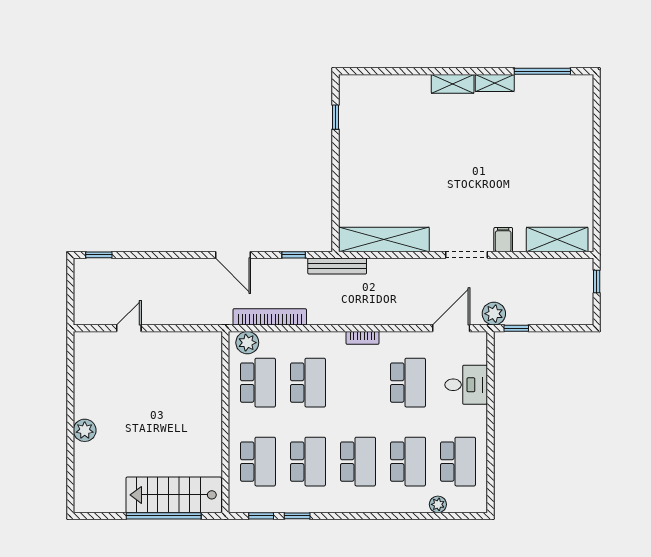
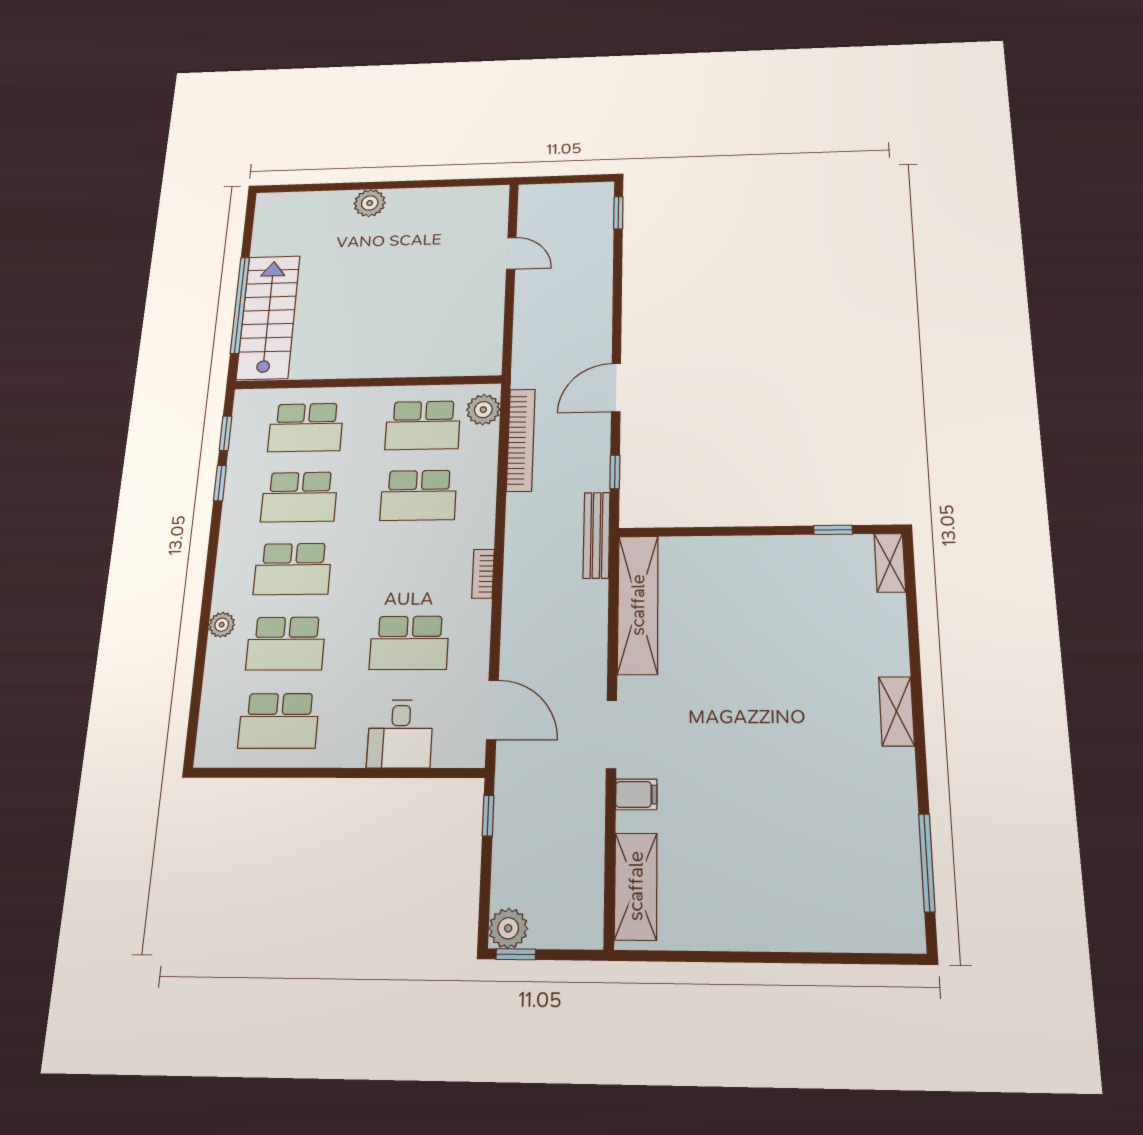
shelving: (495, 83) -> (890, 563), moved
window: (597, 281) -> (516, 954), moved
plant: (494, 314) -> (508, 928), moved
plant: (438, 504) -> (222, 625), moved

